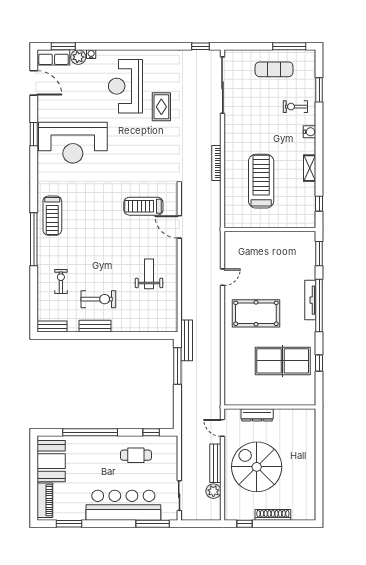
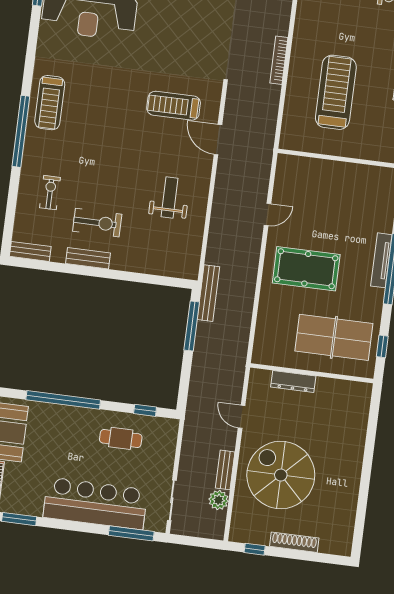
wall: (270, 407) -> (312, 373), moved
dresser: (257, 415) -> (293, 382), moved
bench: (215, 463) -> (225, 470), width x0.73

